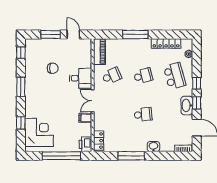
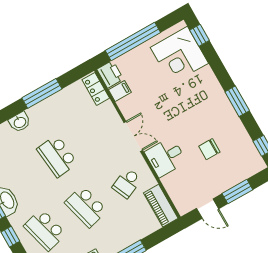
school desk: (143, 76) -> (86, 207), width x1.85
school desk: (143, 114) -> (57, 156), width x1.85
filing cabinet: (85, 118) -> (120, 91), moved
window: (21, 123) -> (200, 35), moved

